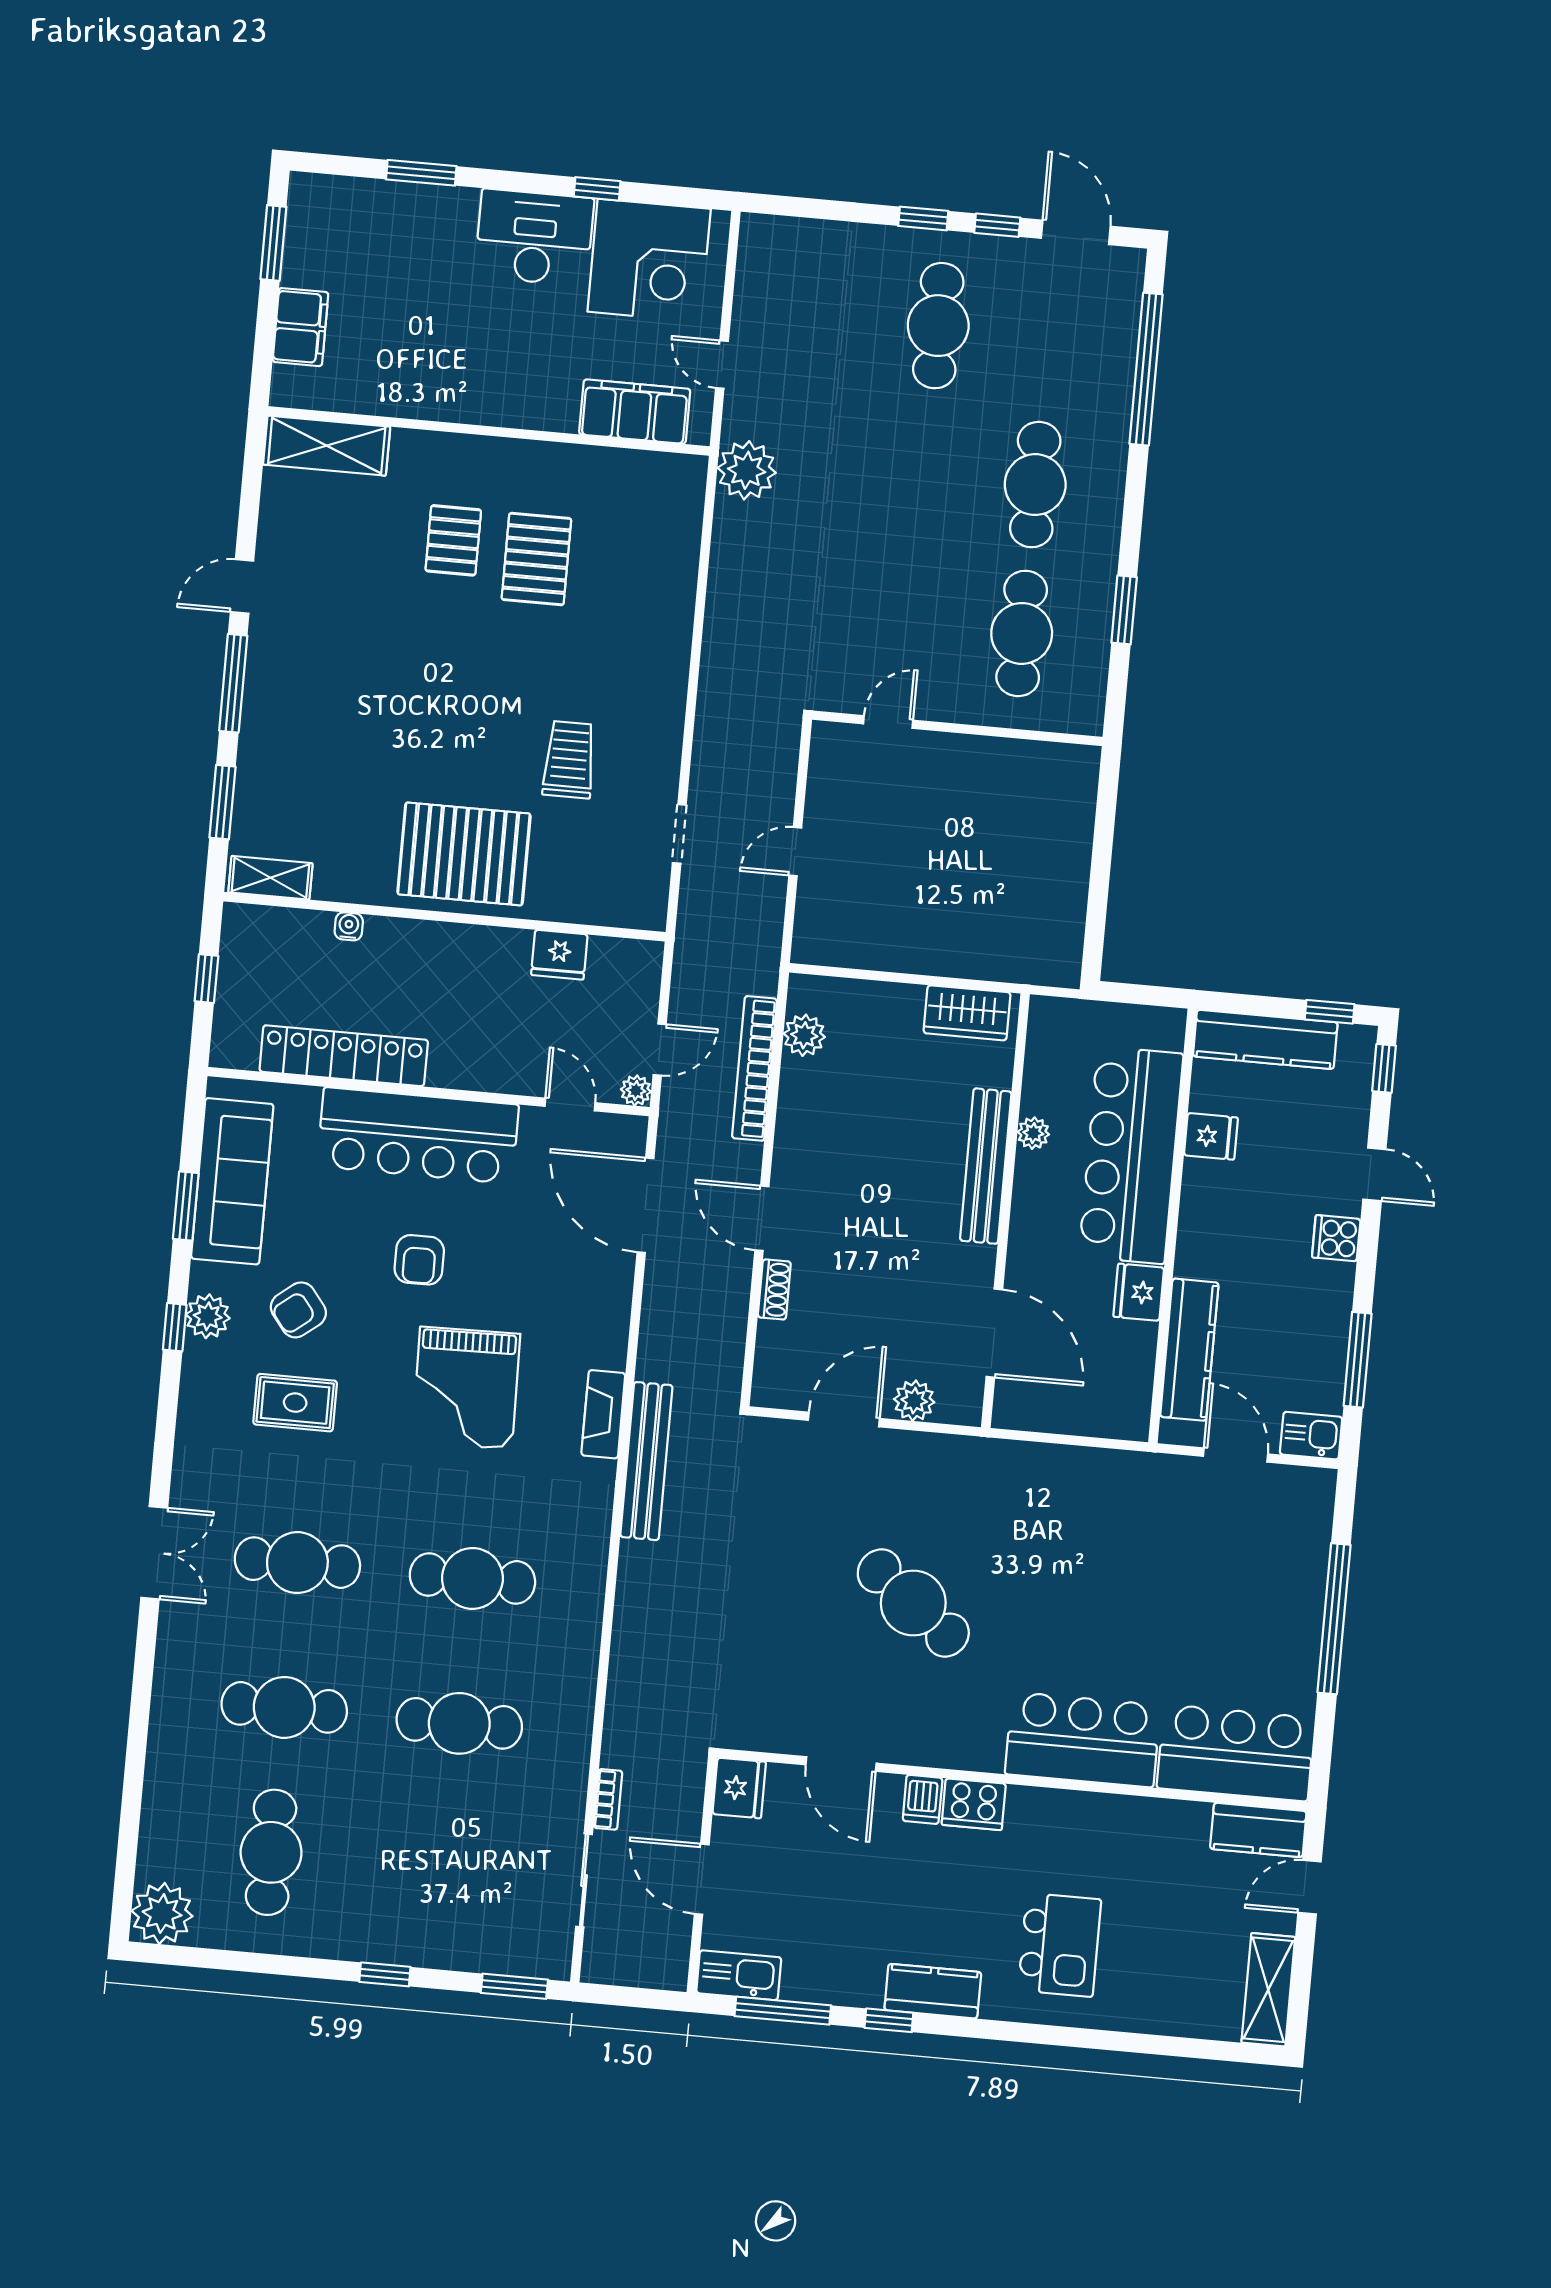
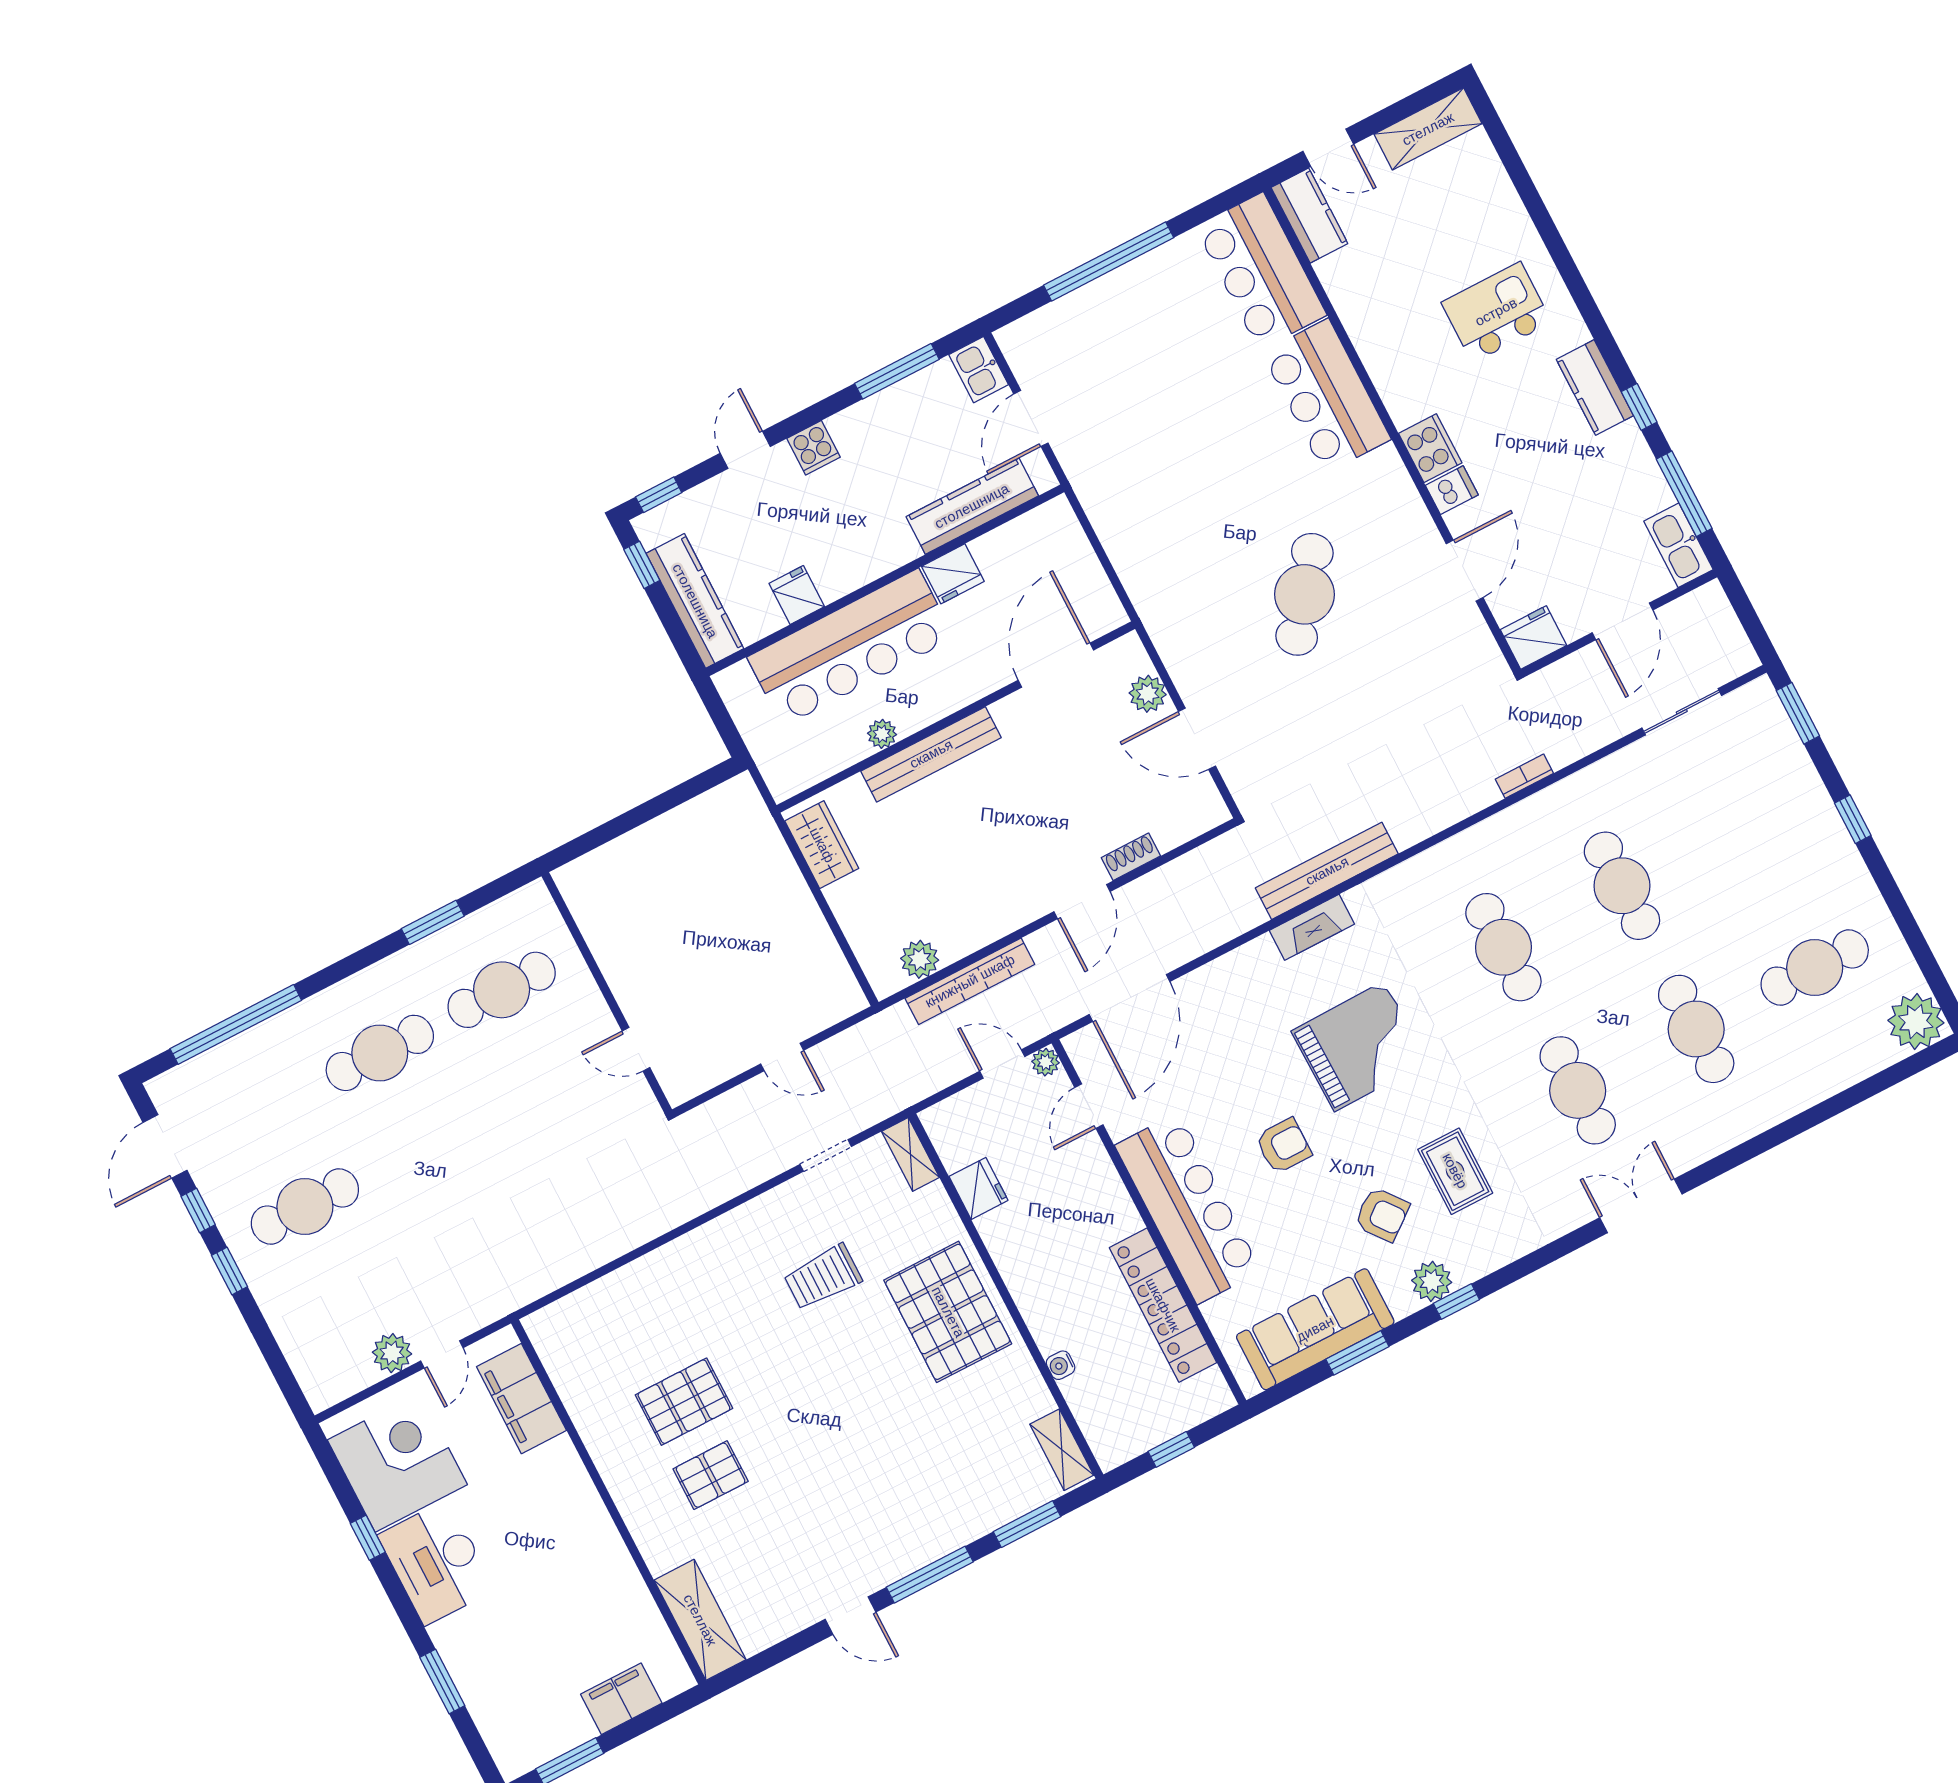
plant: (747, 470) -> (392, 1353), moved, width x0.73, depth x0.73
shelving: (630, 912) -> (910, 1154), added
bookcase: (608, 1799) -> (1524, 776), moved

